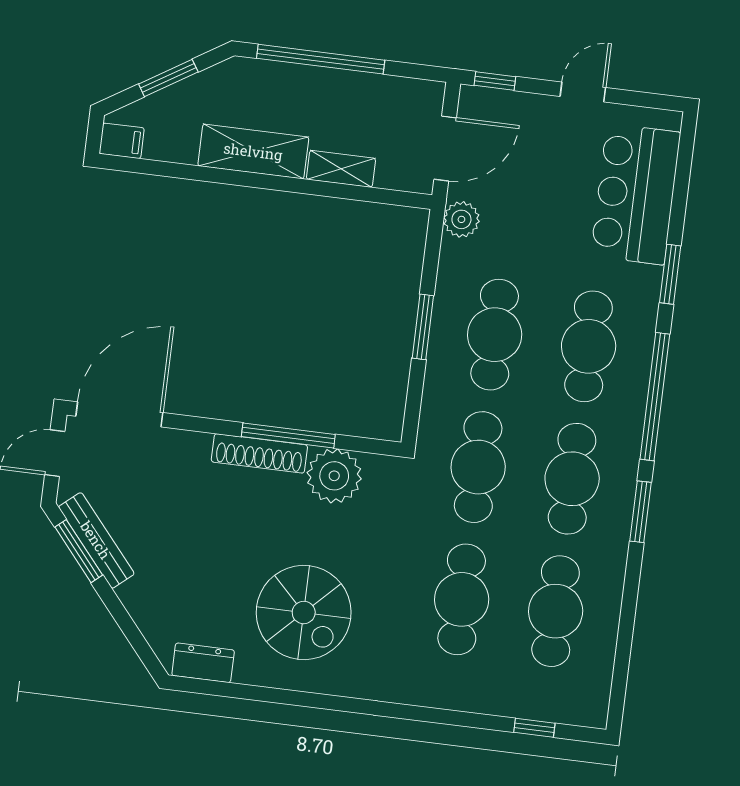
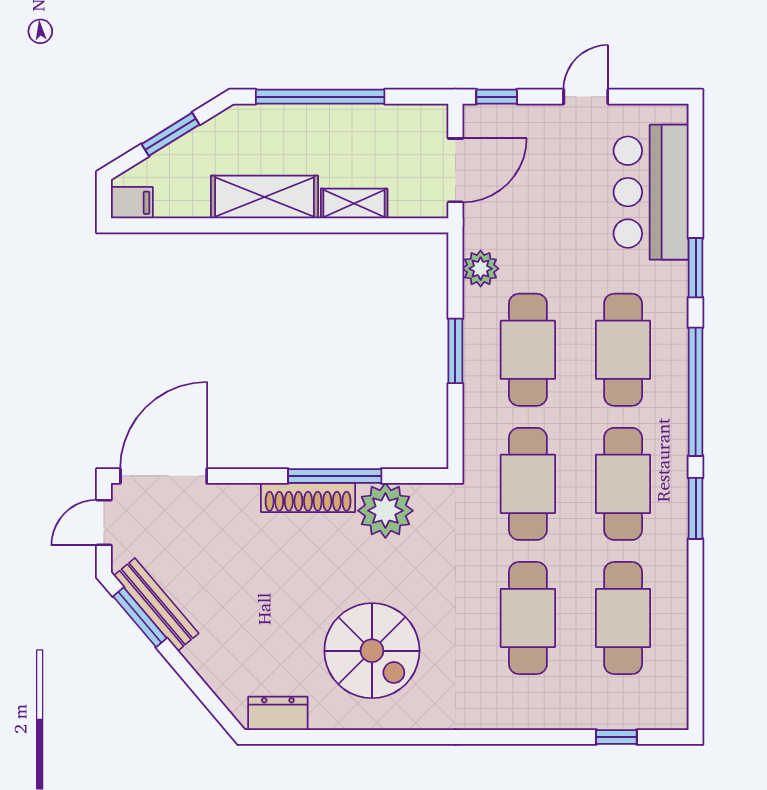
plant: (461, 219) -> (481, 269), moved

